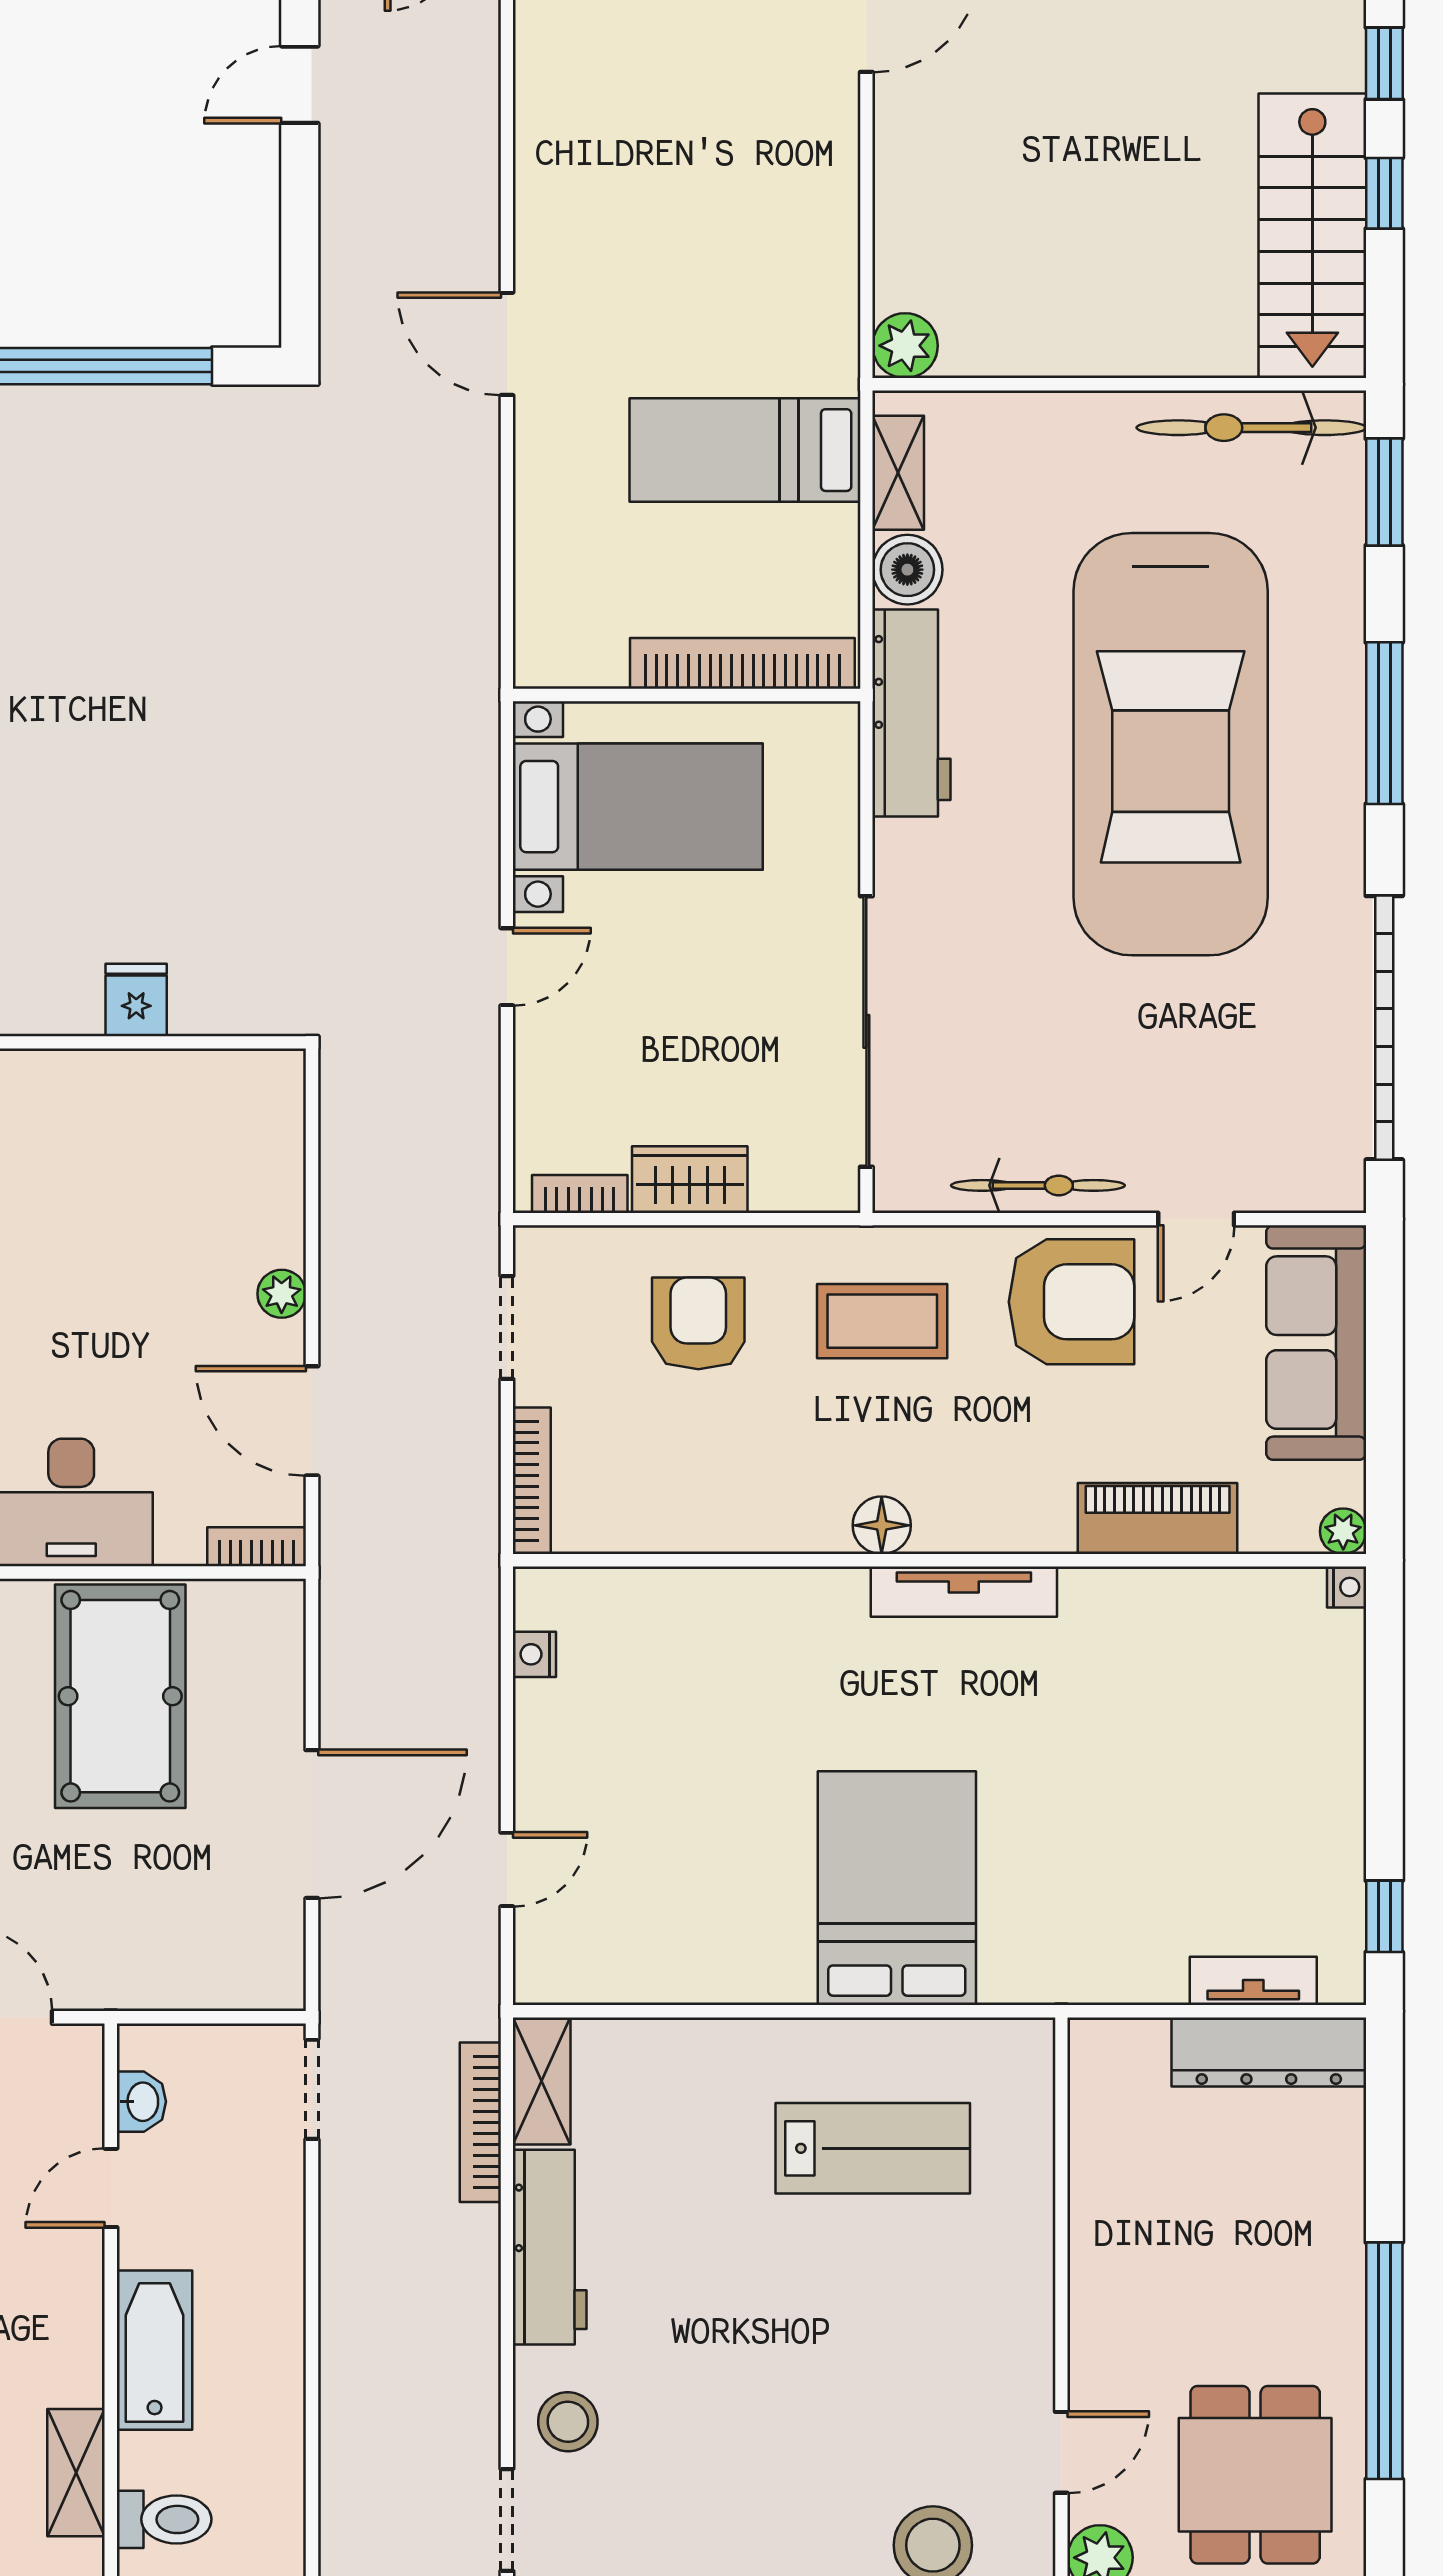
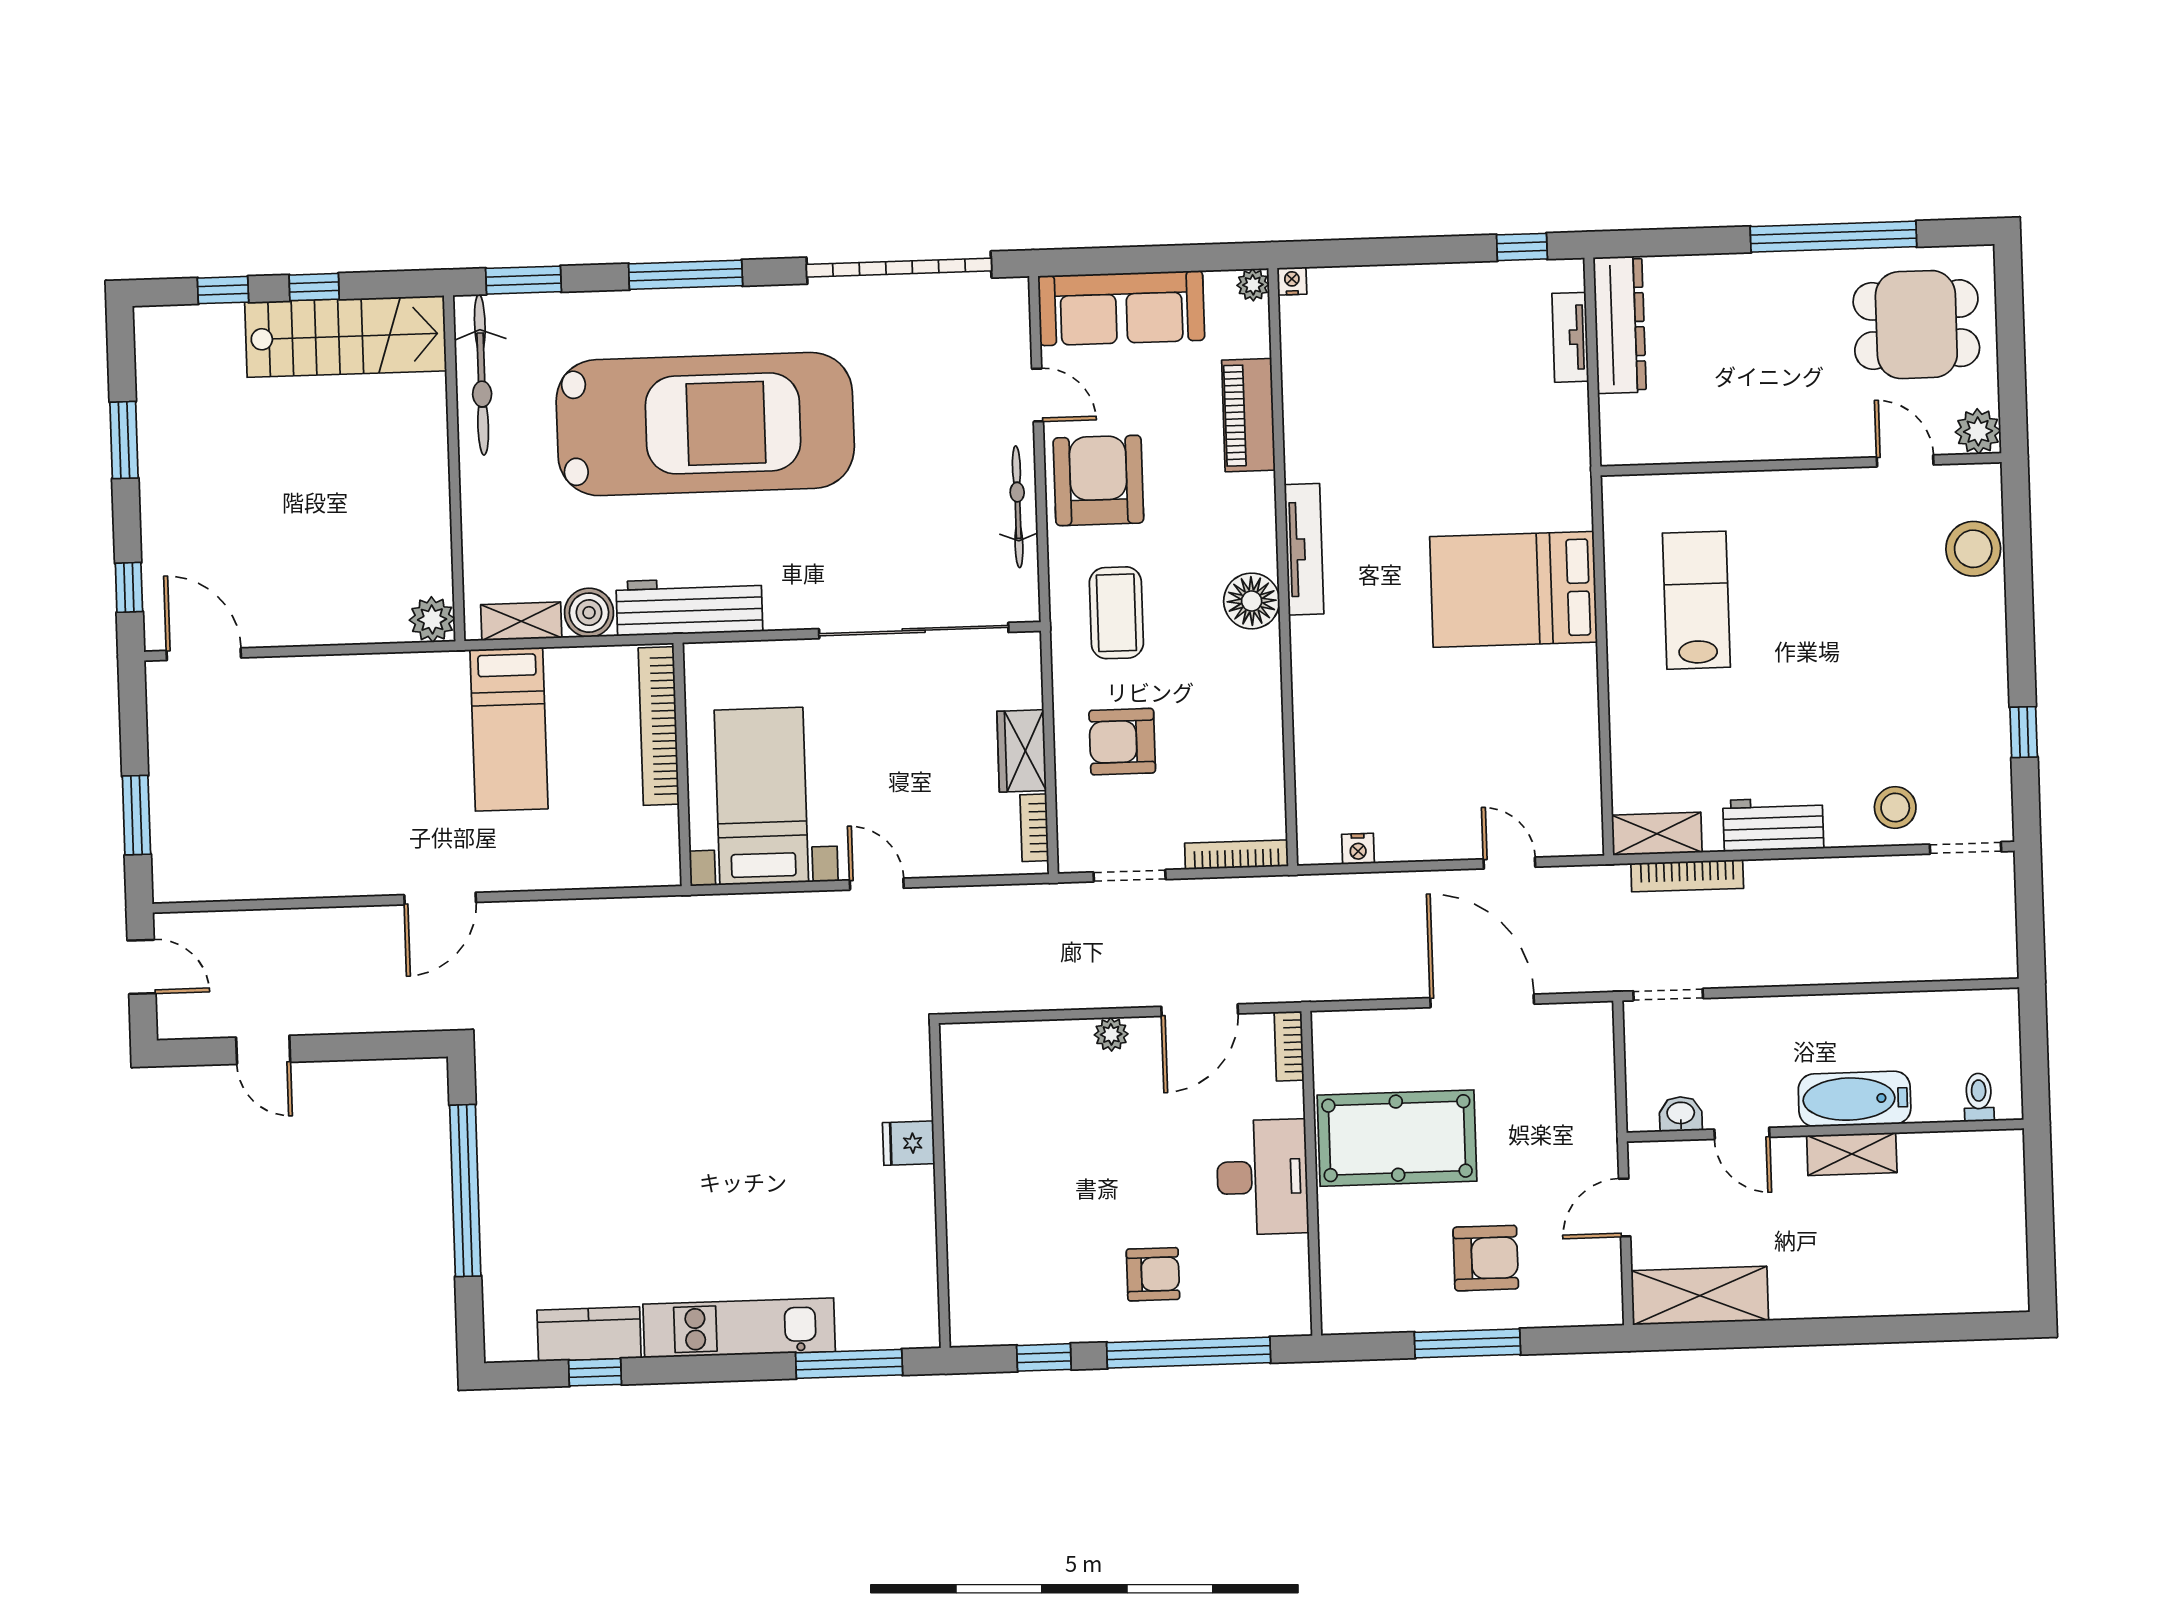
floor lamp: (882, 1525) -> (1252, 601), width x1.38, depth x1.38
workbench: (550, 2247) -> (1773, 824), width x0.73
shelving: (76, 2473) -> (1852, 1154), moved
toilet: (164, 2519) -> (1979, 1097), width x0.73, depth x0.72

